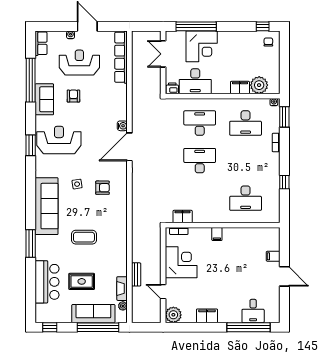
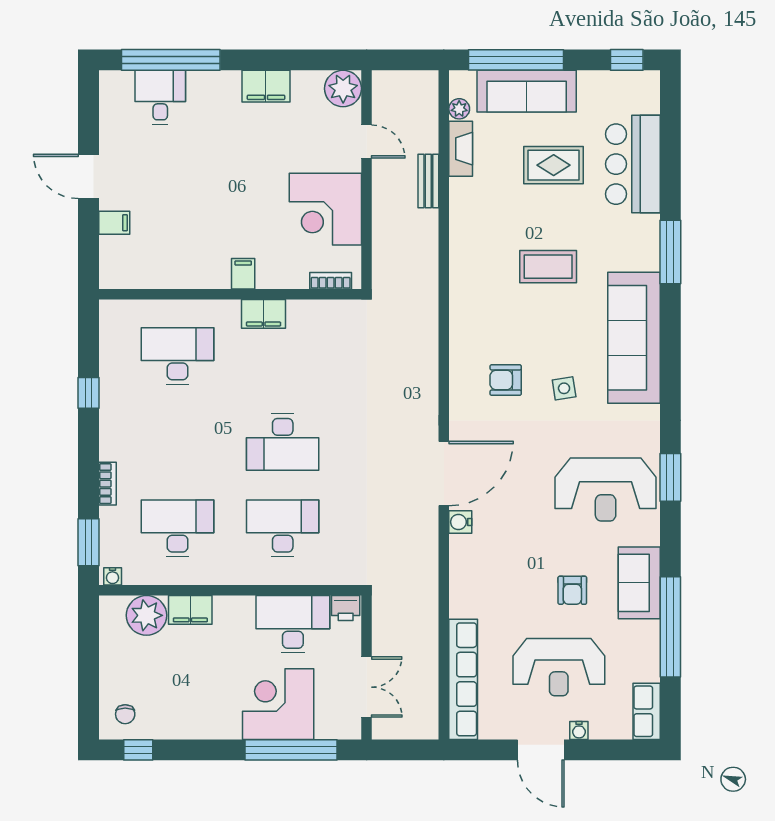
desk: (200, 123) -> (283, 528), turned 180
filing cabinet: (183, 217) -> (264, 314), moved

